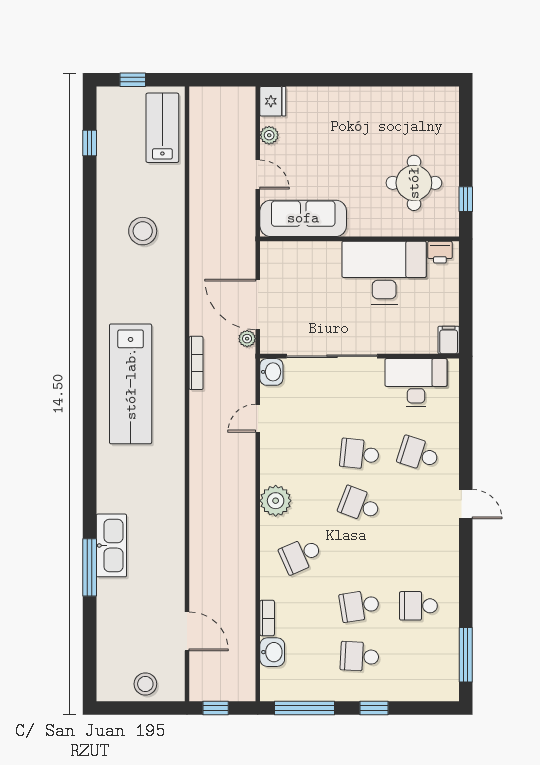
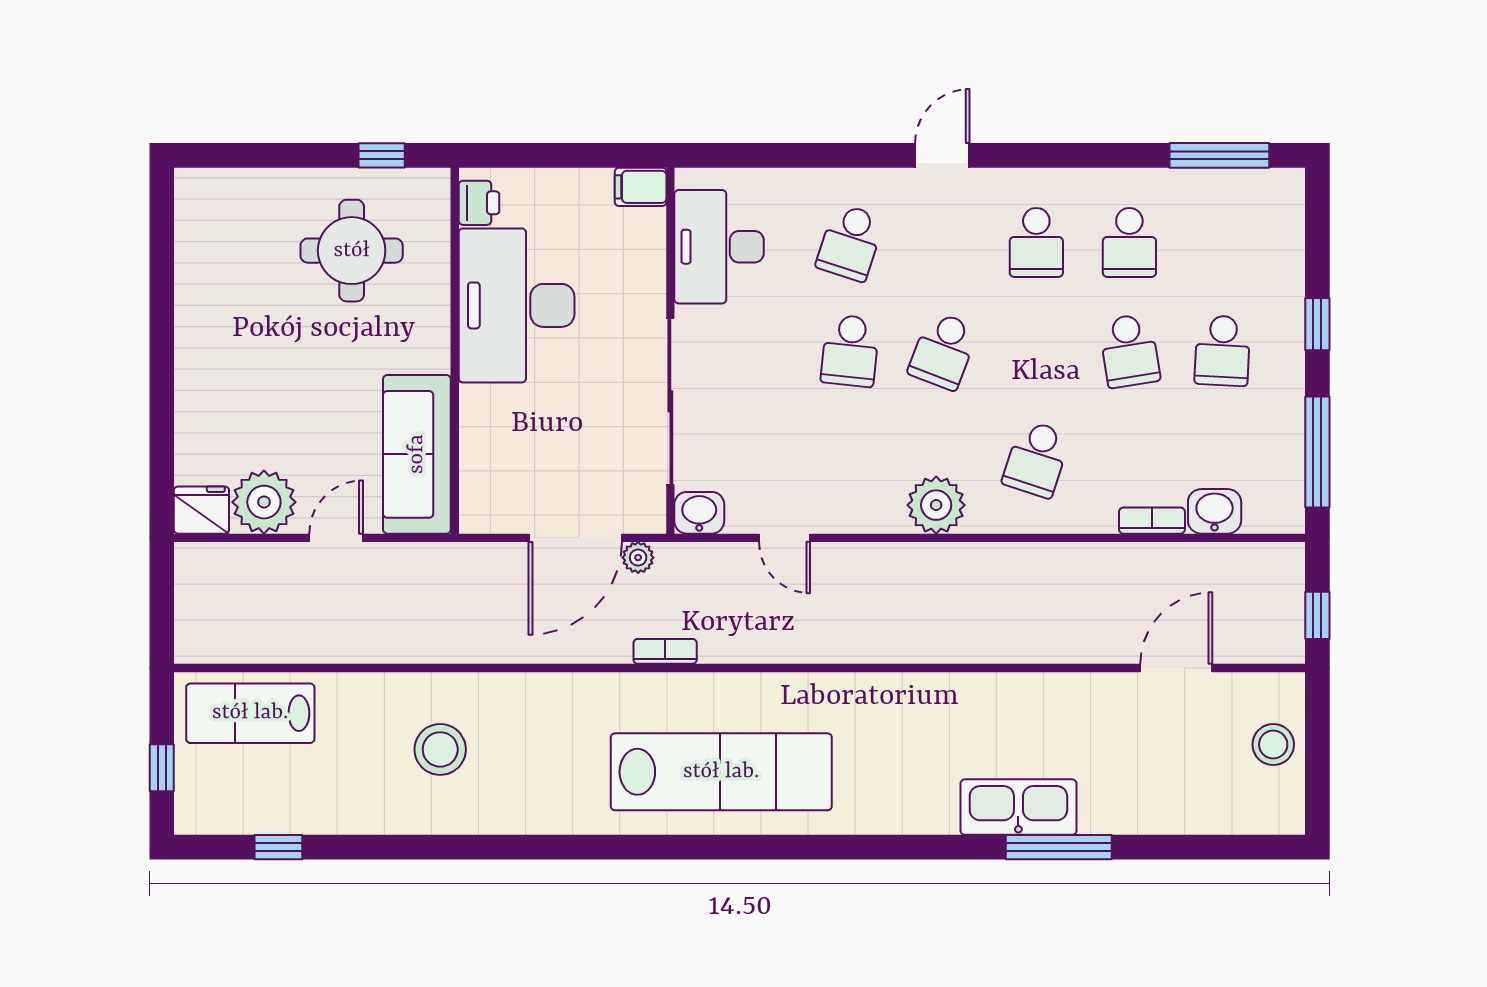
plant: (269, 135) -> (264, 502), width x1.88, depth x1.88
bookcase: (196, 363) -> (665, 651), width x0.64
school desk: (301, 555) -> (1036, 459), turned 42
school desk: (418, 555) -> (1036, 242), added

